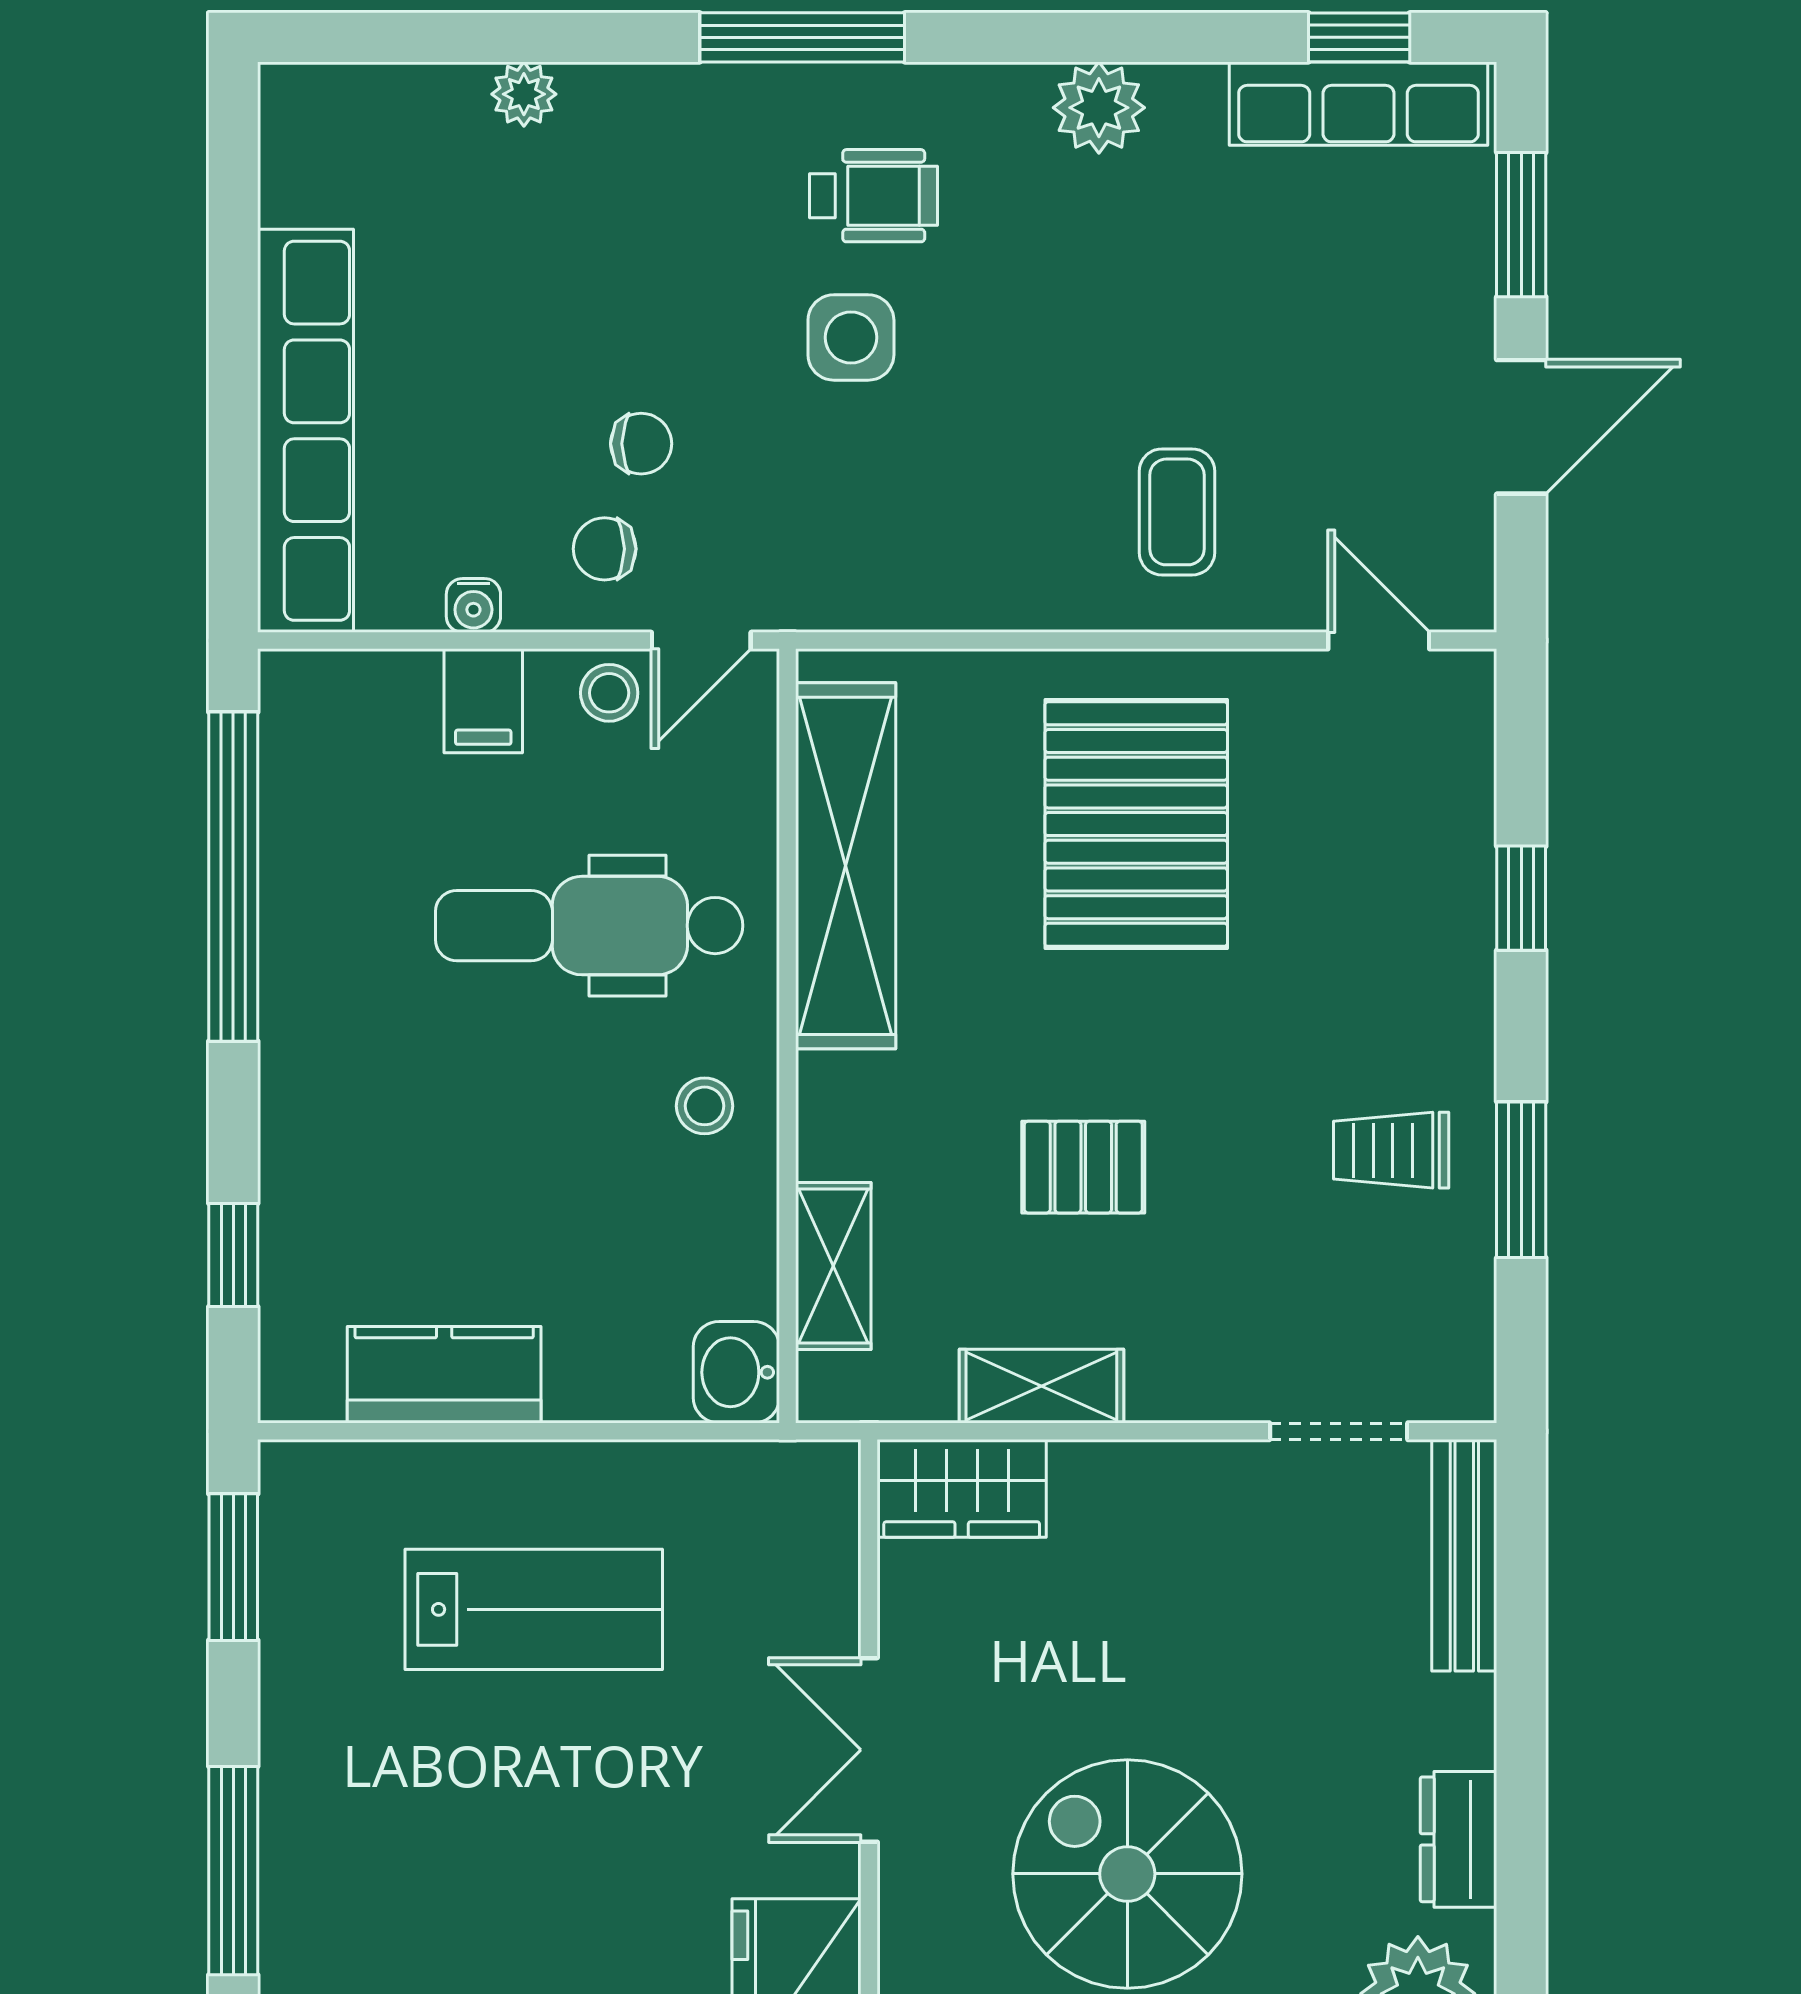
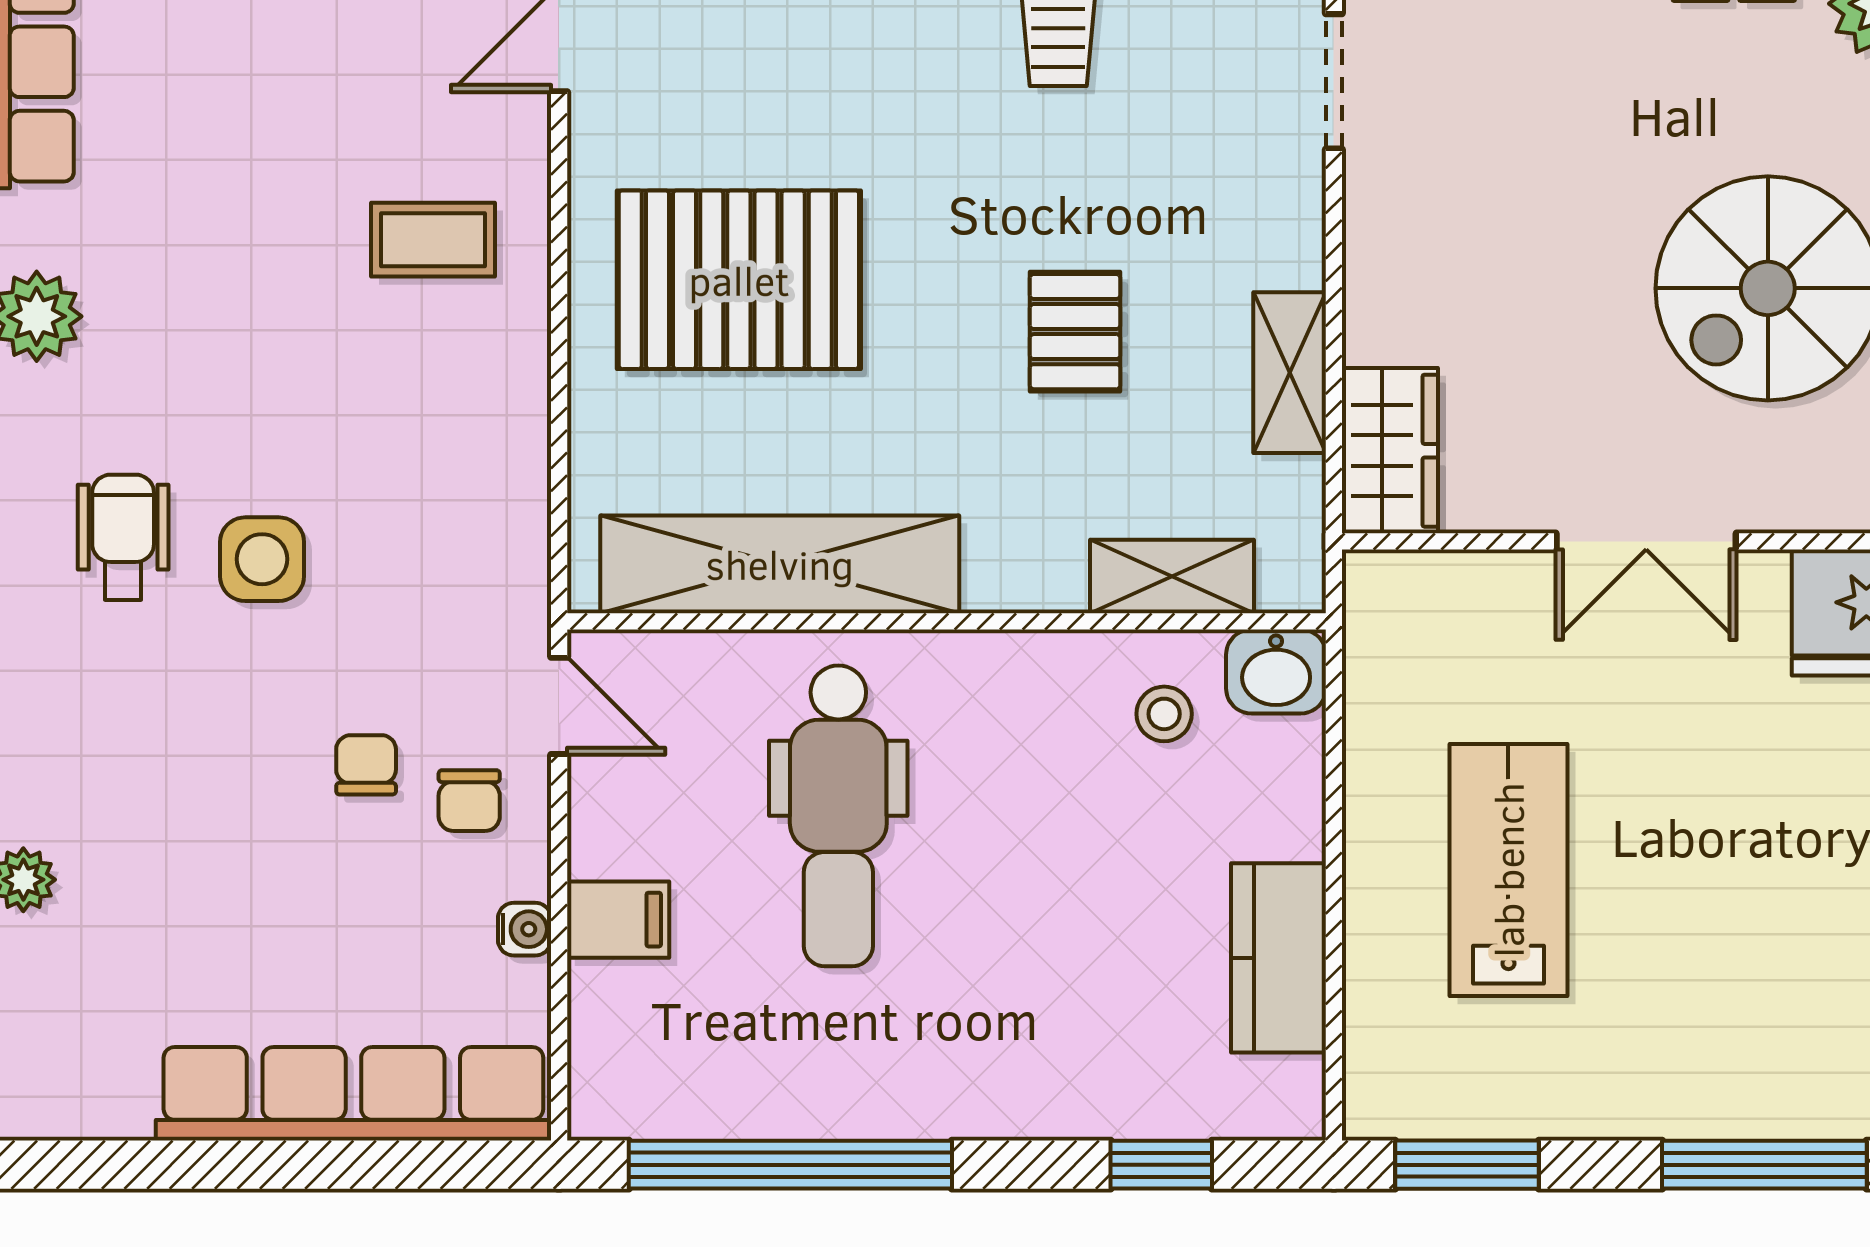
stool: (609, 693) -> (610, 796), removed
stool: (705, 1106) -> (1164, 714), moved

